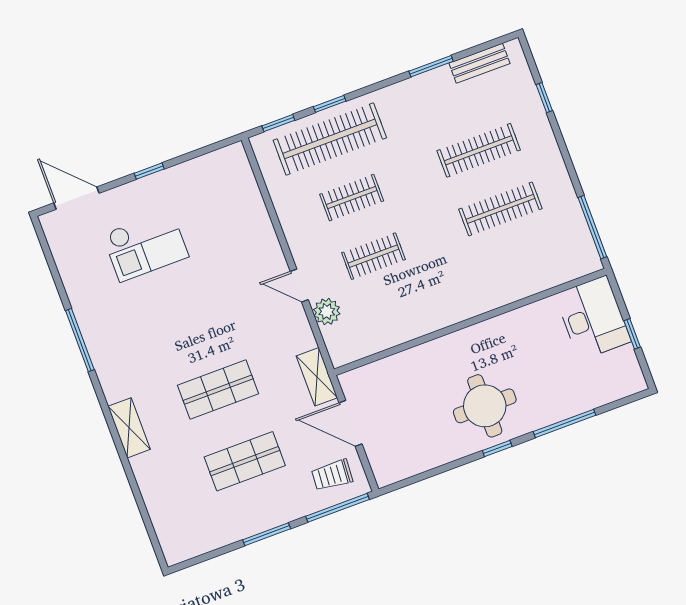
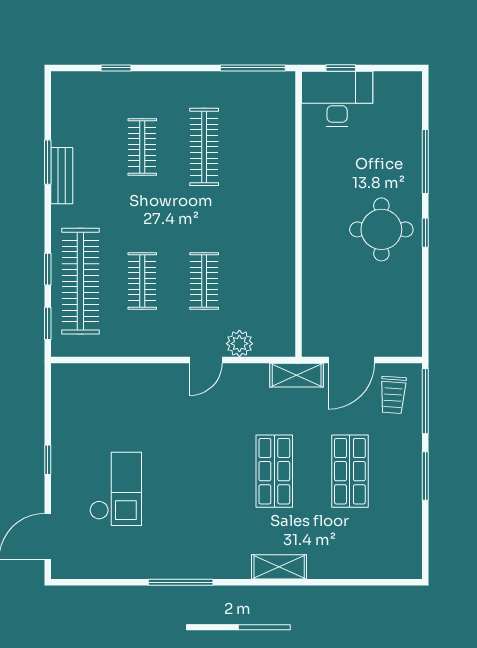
bench: (479, 63) -> (62, 176), moved
clothes rail: (479, 150) -> (142, 147), width x0.73
window: (632, 334) -> (341, 68), moved

